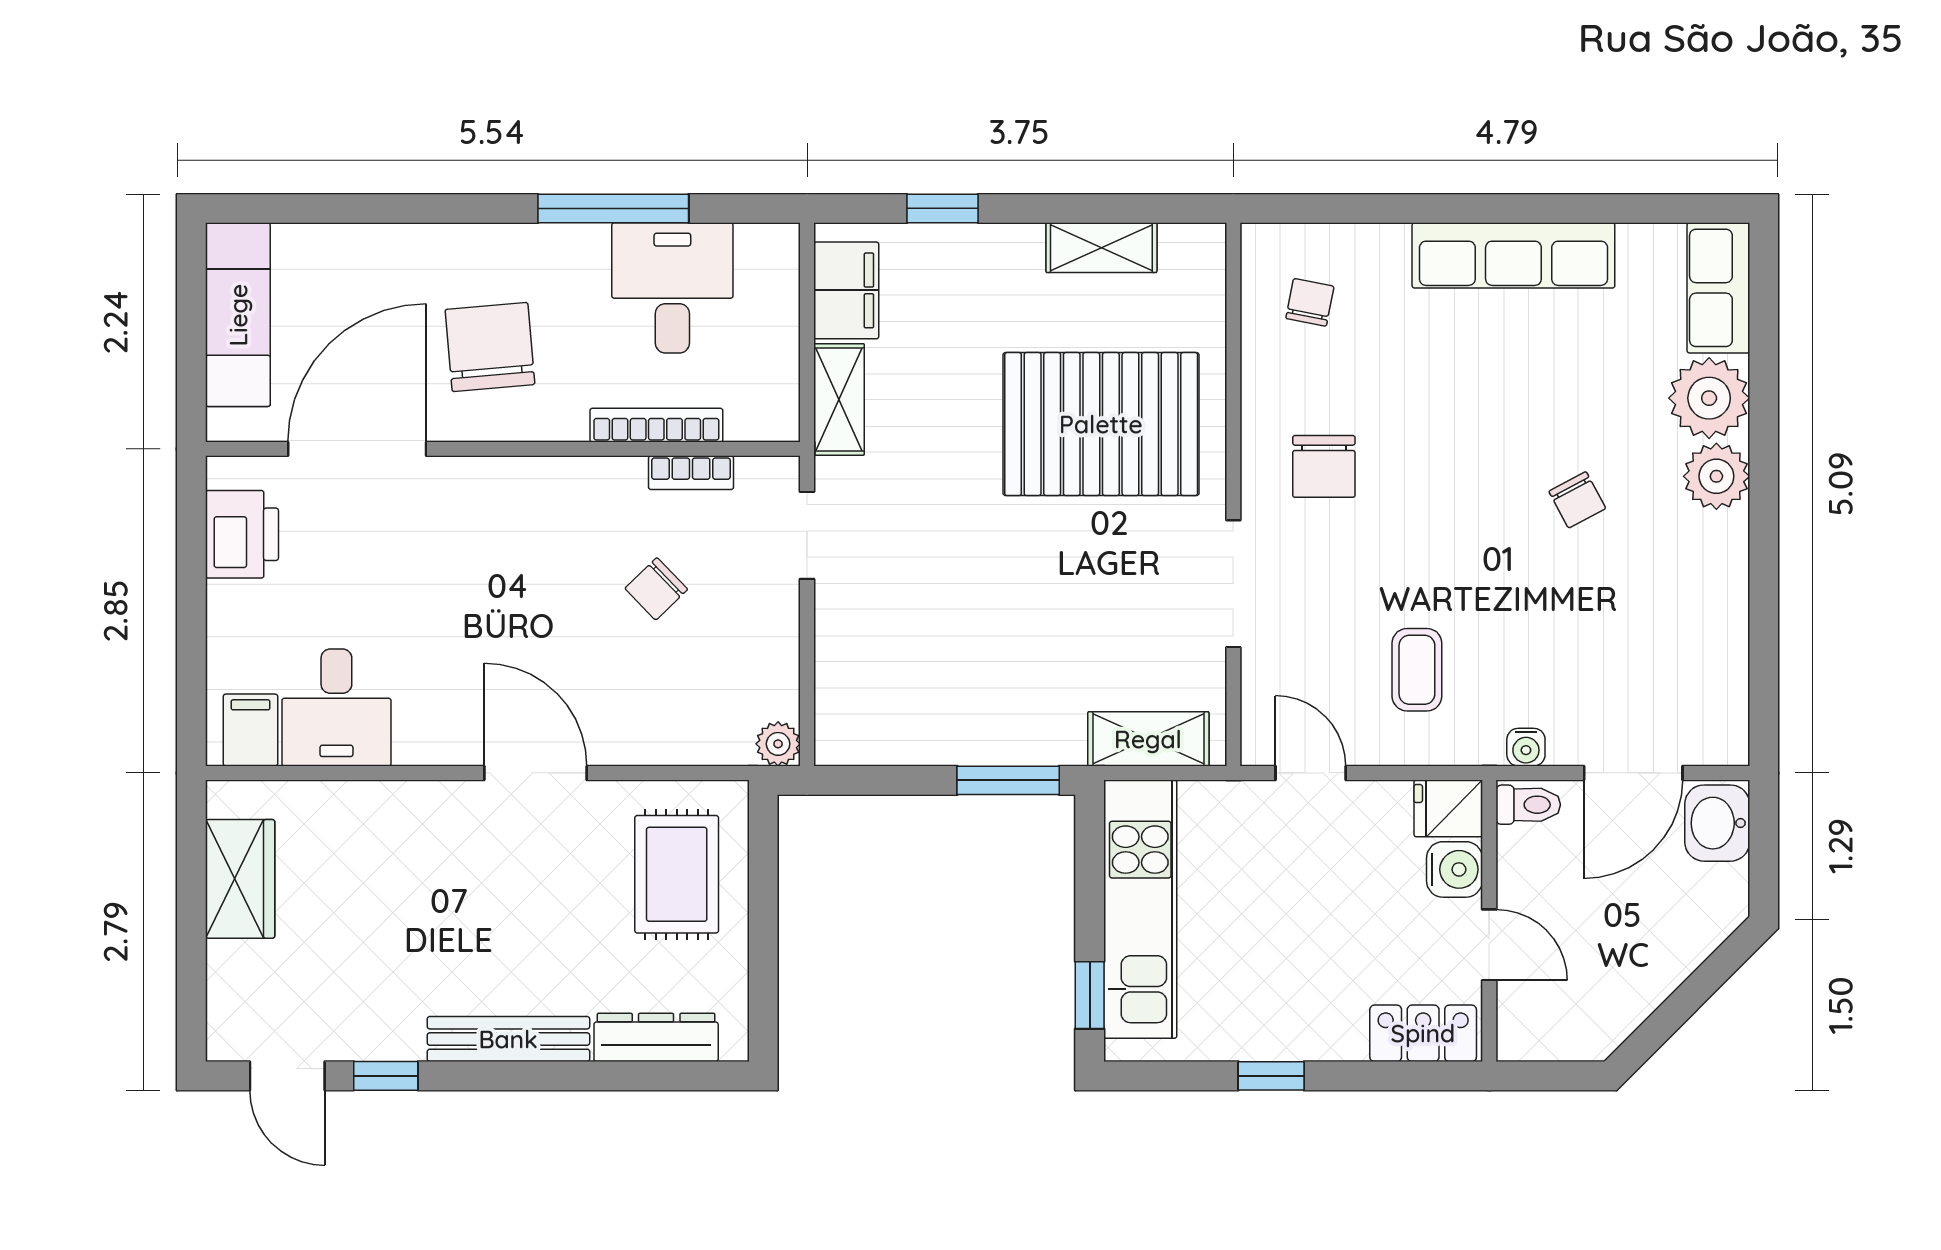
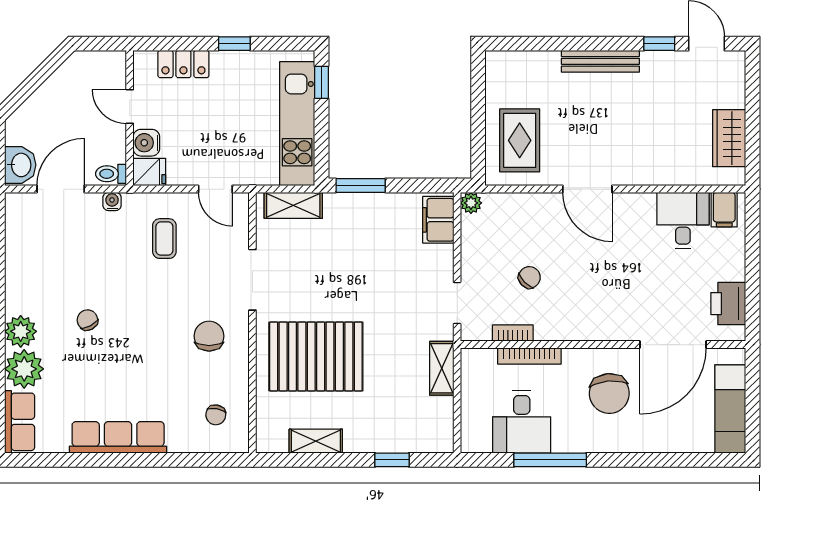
filing cabinet: (846, 290) -> (438, 220), moved
locker: (1423, 1033) -> (183, 64), moved
dresser: (656, 1037) -> (530, 62), removed

